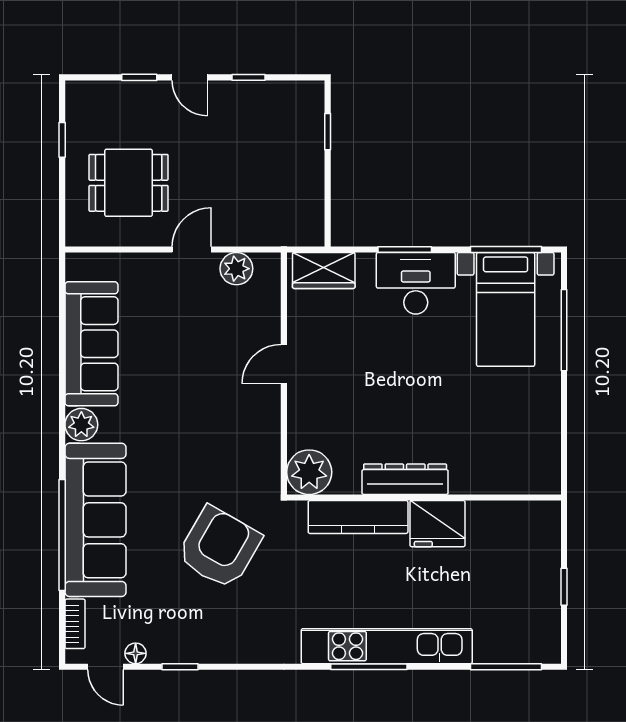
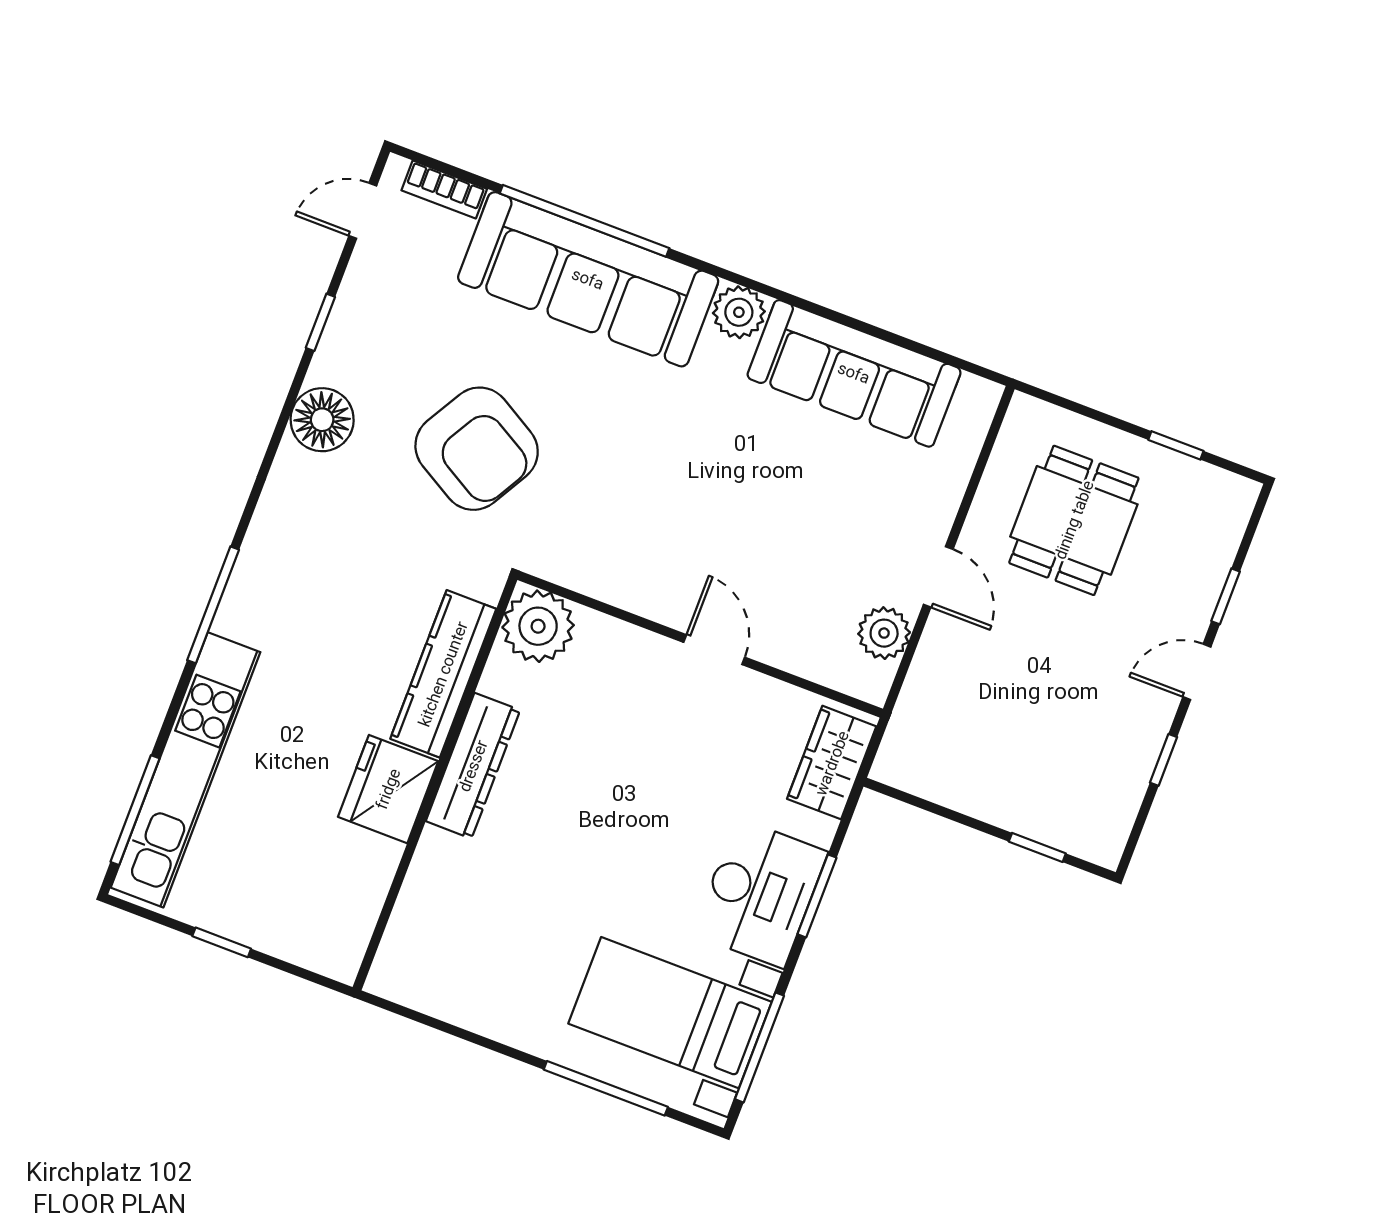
kitchen unit: (387, 646) -> (186, 770), moved
floor lamp: (136, 653) -> (322, 420), moved, width x1.89, depth x1.89

